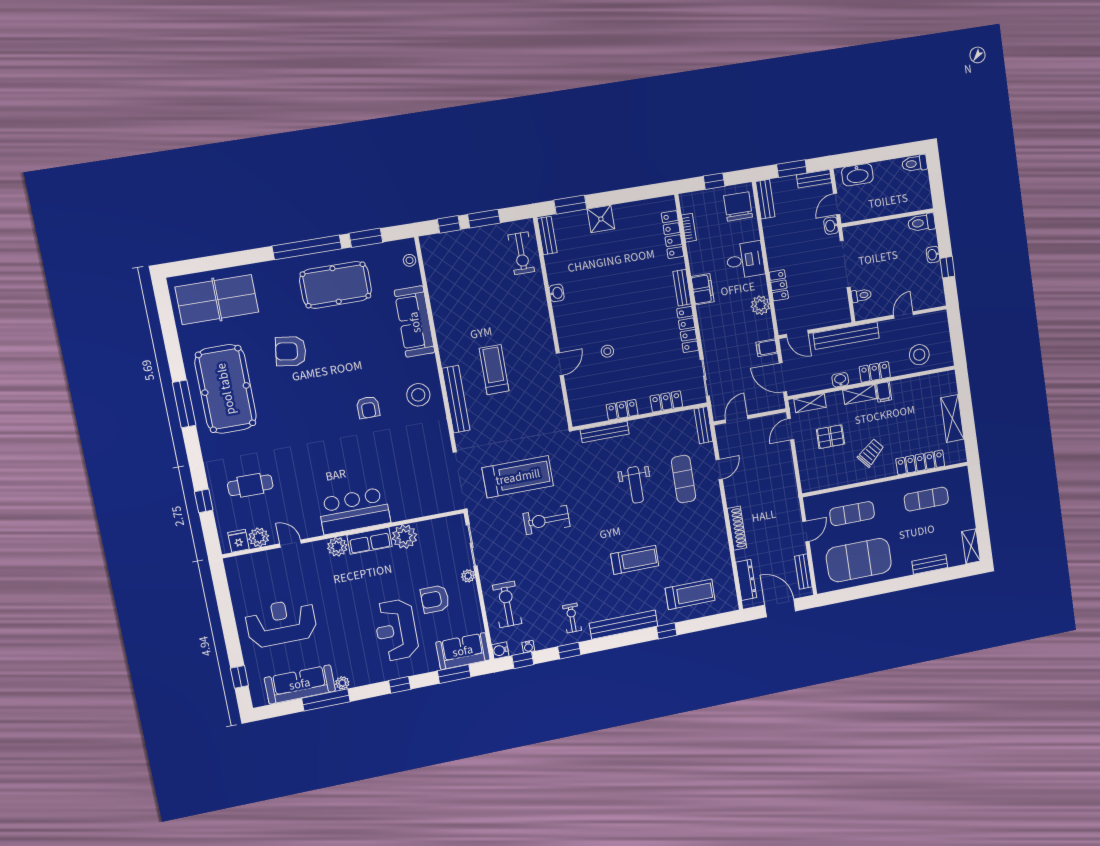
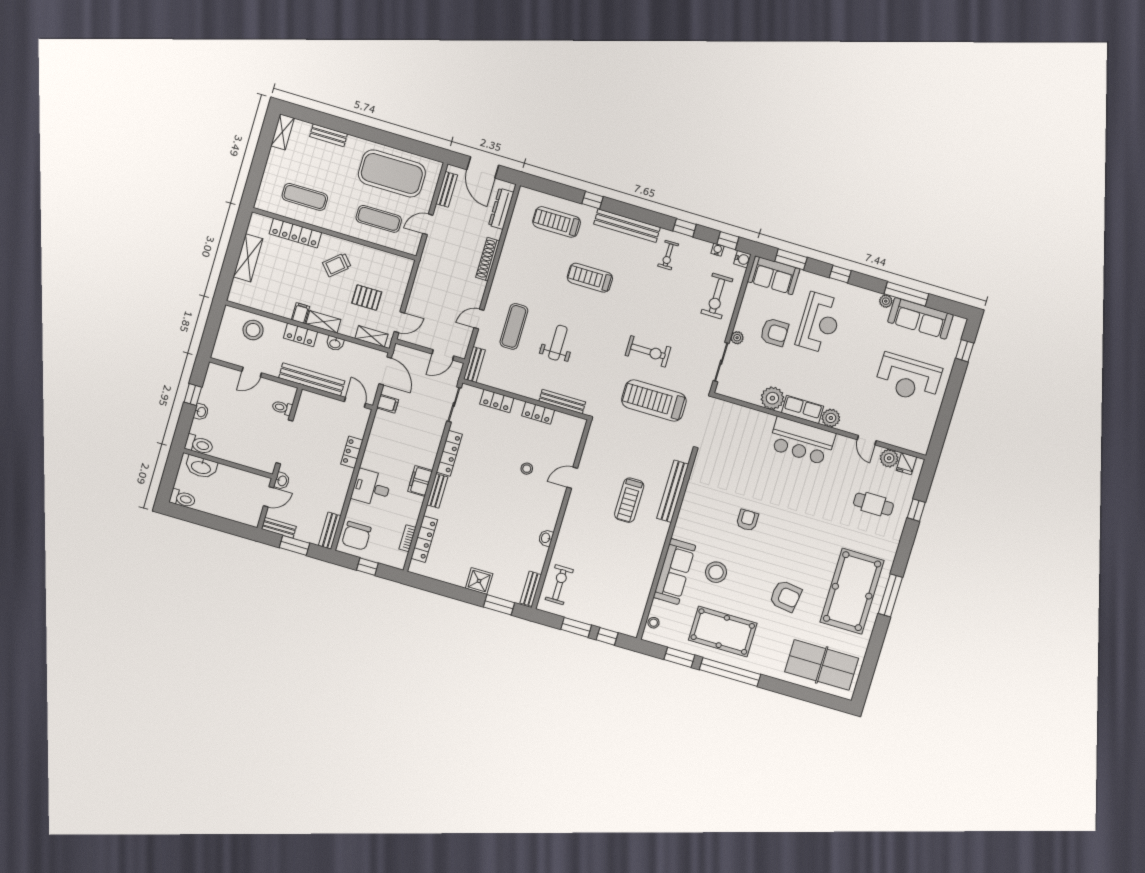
washbasin: (857, 175) -> (201, 467), moved, turned 180
plant: (760, 305) -> (376, 443), removed
stool: (418, 395) -> (716, 572), moved

